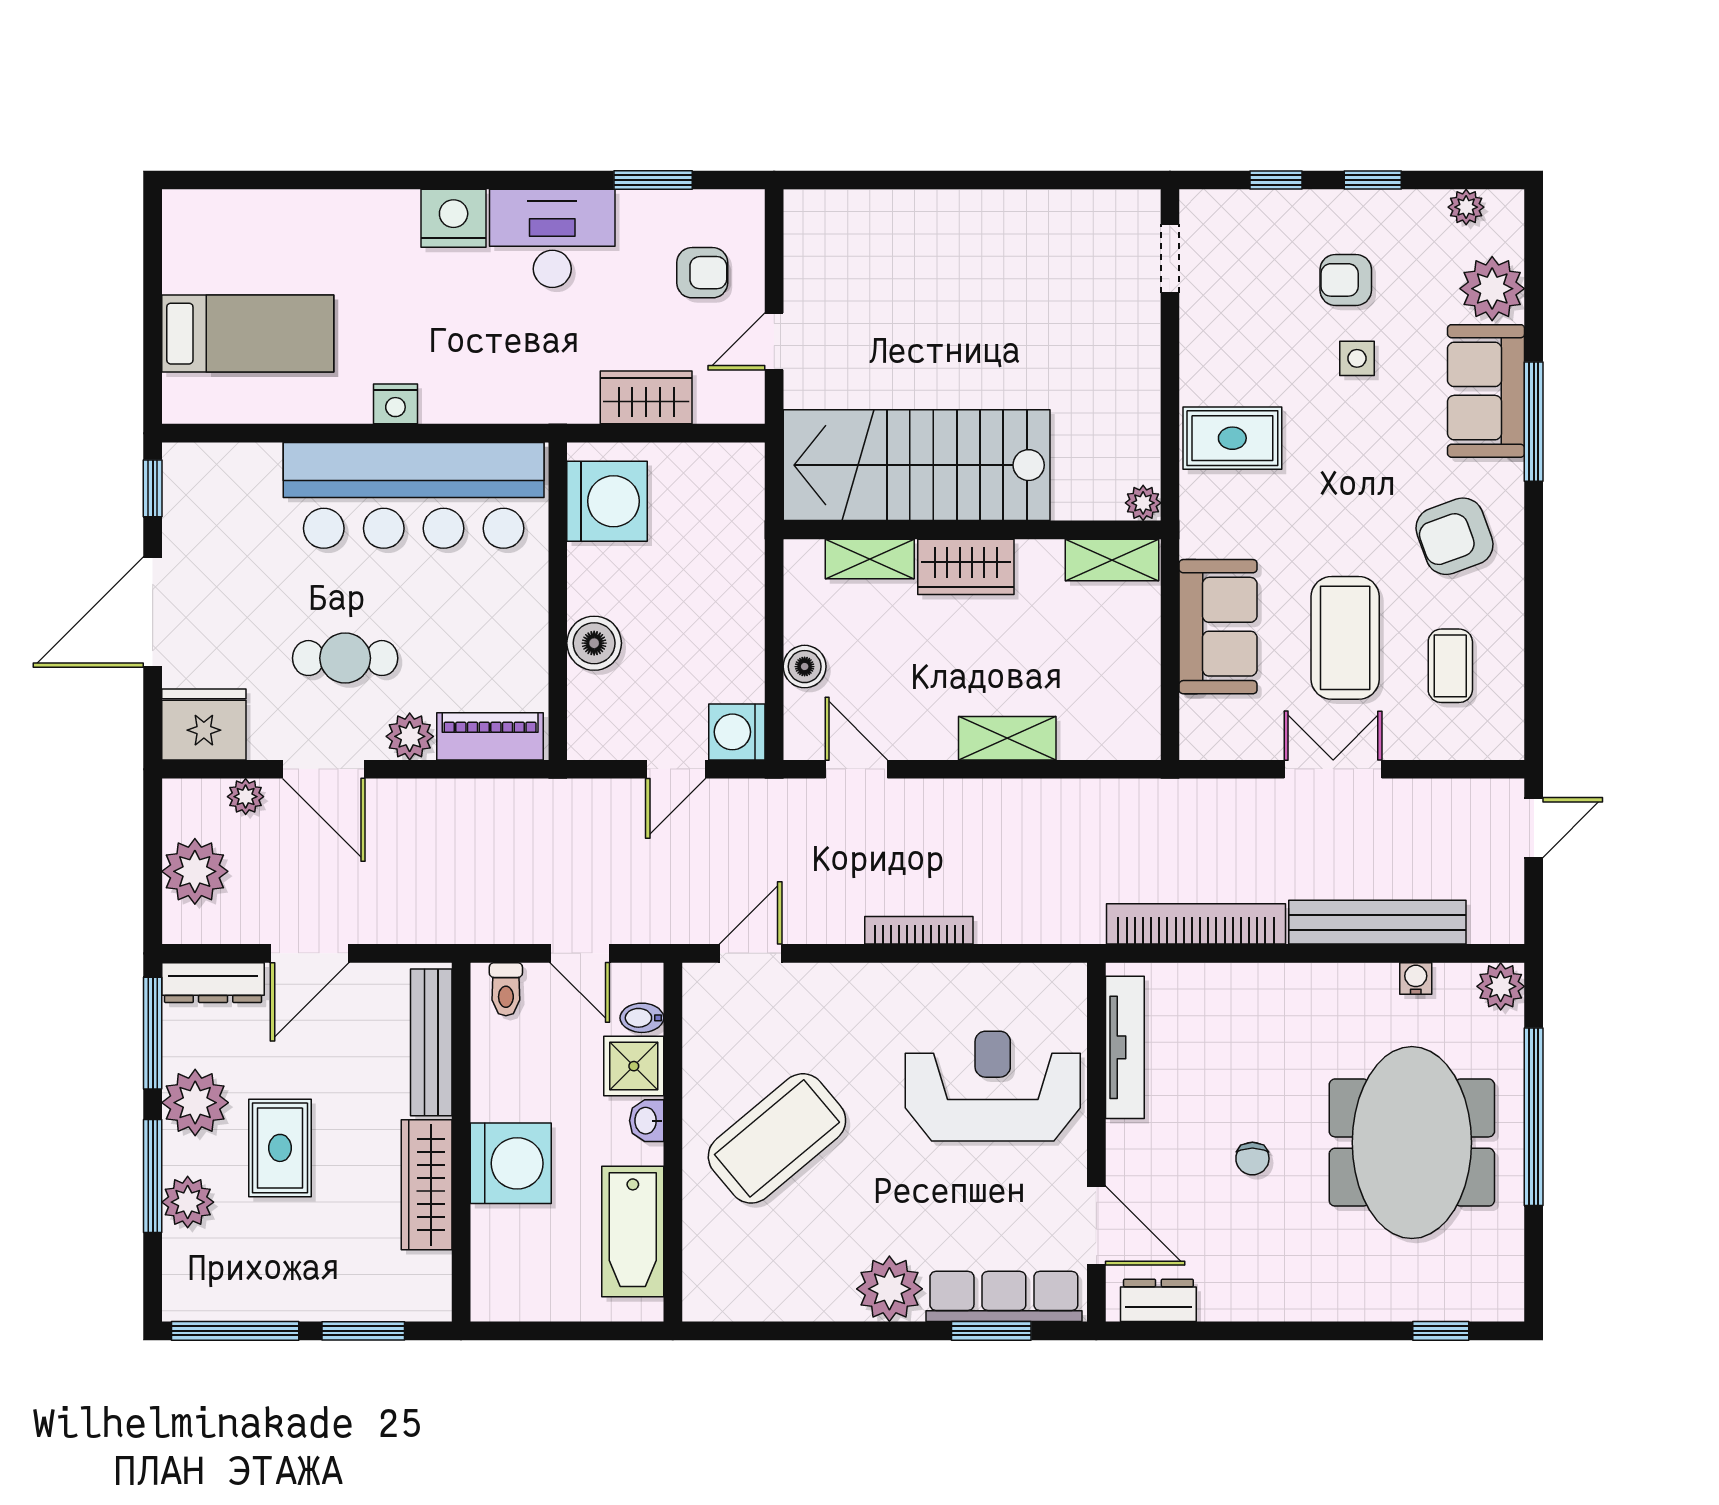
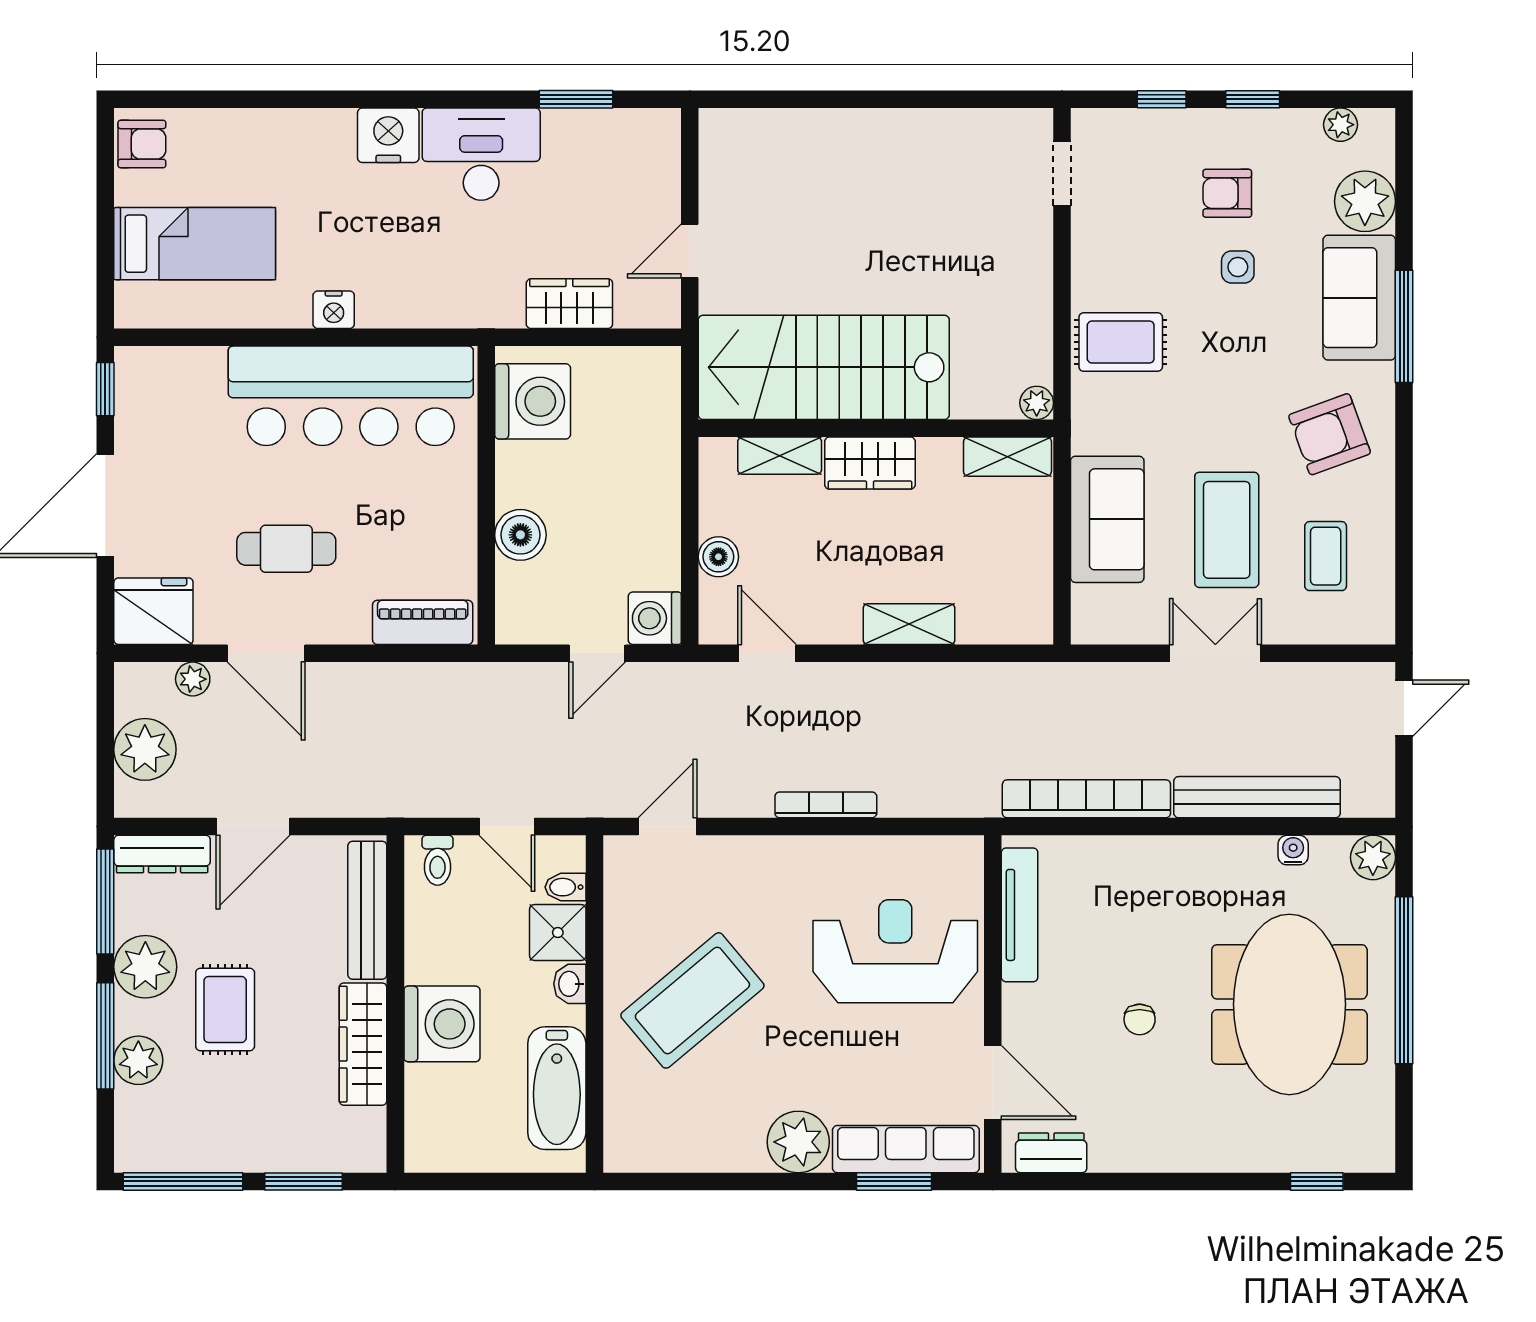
armchair: (702, 273) -> (142, 144), moved
plant: (410, 736) -> (347, 622), removed

